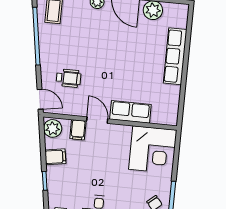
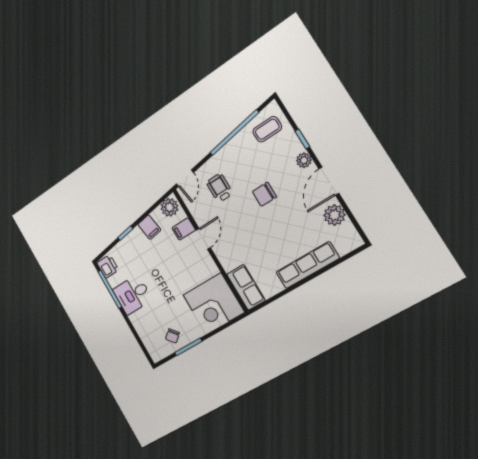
chair: (99, 48) -> (264, 194), added
wheelchair: (69, 78) -> (220, 188), turned 180
row of seats: (130, 112) -> (246, 287), moved

